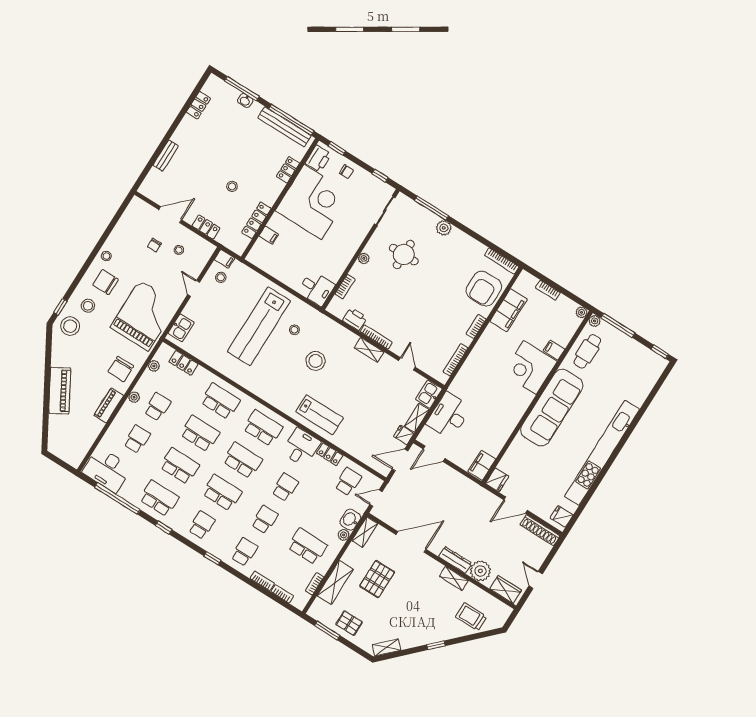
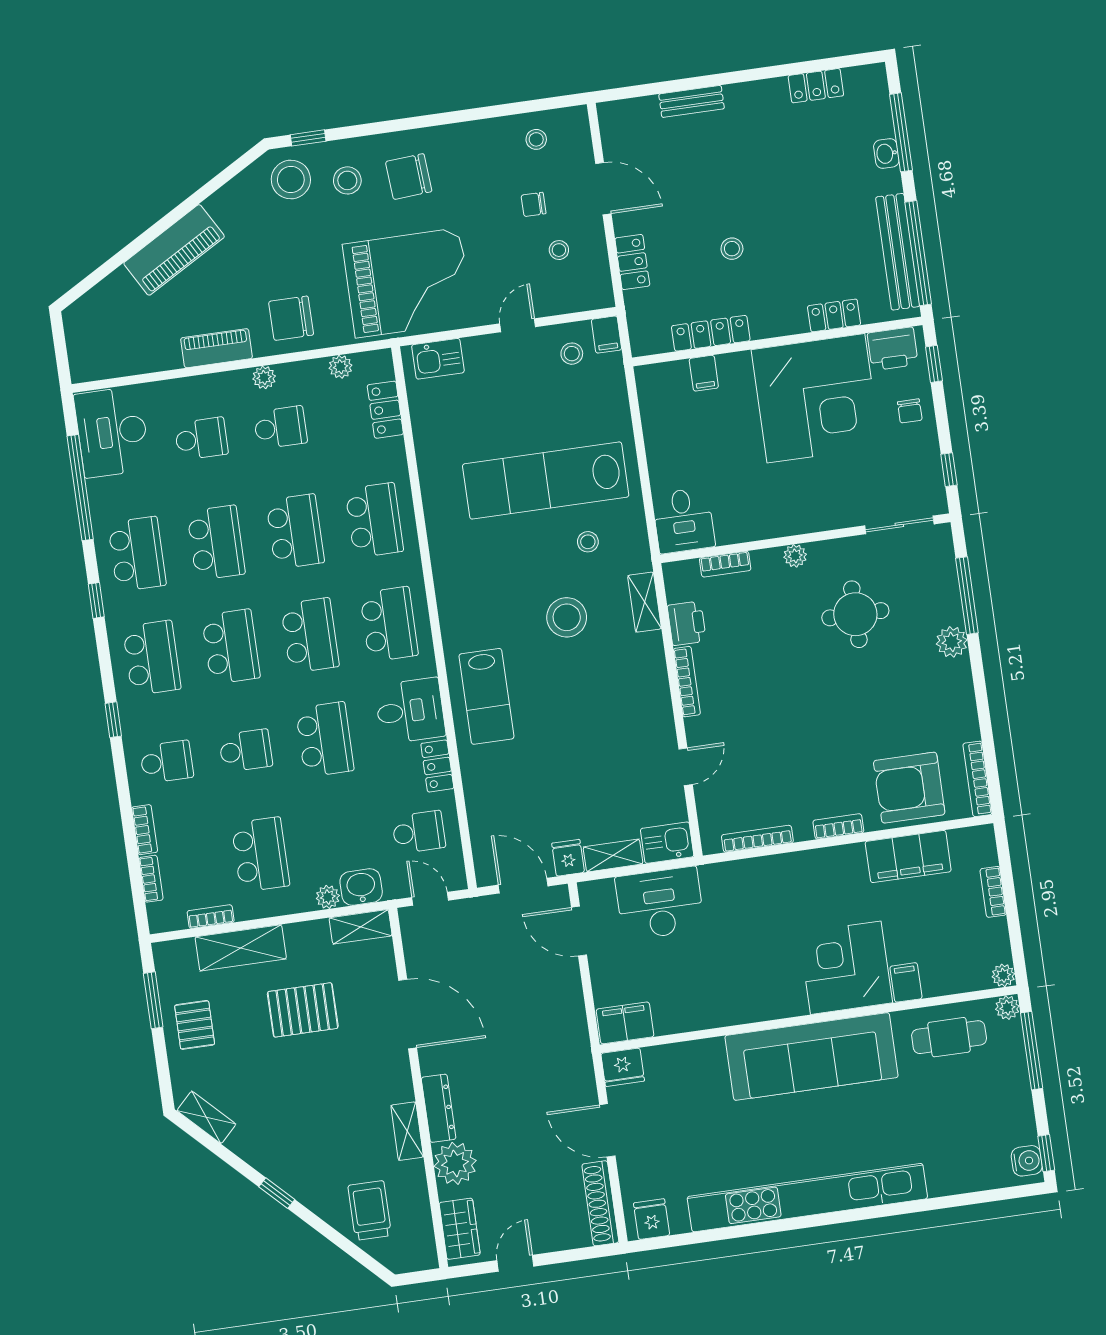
stool: (106, 256) -> (536, 139), moved
chair: (106, 282) -> (409, 177), turned -94
shelving: (369, 350) -> (645, 602), moved
water cooler: (657, 361) -> (1027, 1161), added
school desk: (285, 487) -> (325, 739), width x1.85
school desk: (202, 525) -> (152, 658), width x1.85

